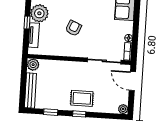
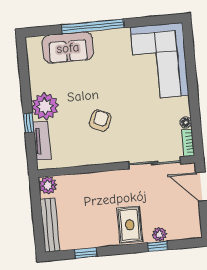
rug: (82, 98) -> (130, 225), turned 90
plant: (123, 109) -> (159, 235), moved
window: (79, 114) -> (158, 246), moved

